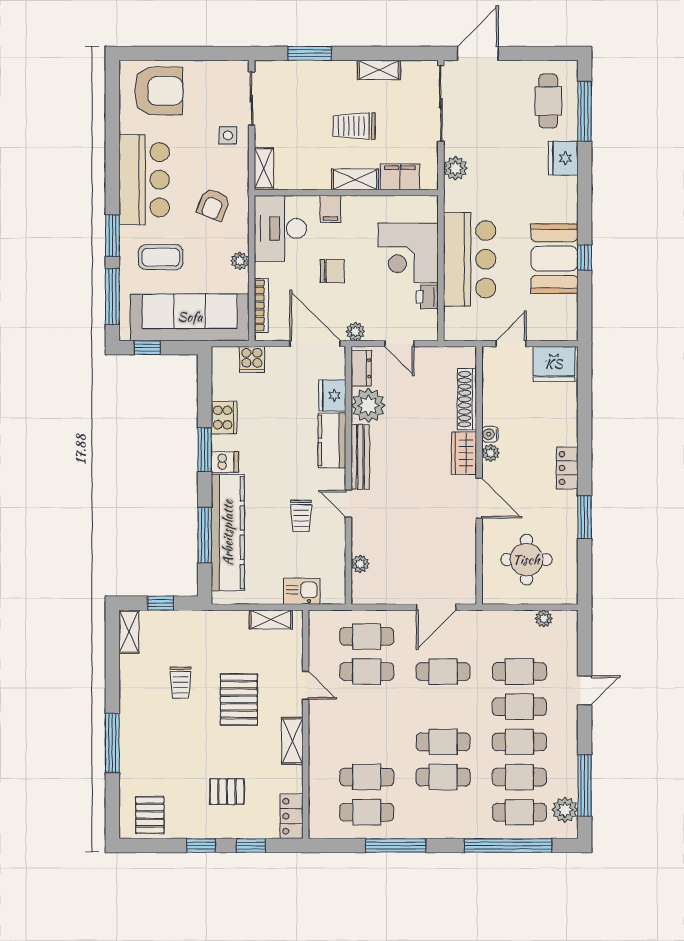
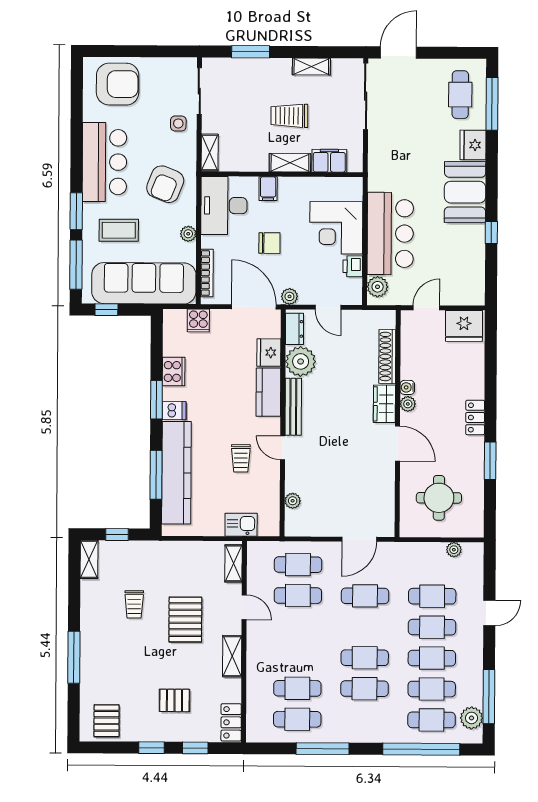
plant: (455, 168) -> (378, 287), moved
armchair: (213, 205) -> (165, 184), width x1.38, depth x1.38
booth: (554, 259) -> (465, 192), moved
shelving: (271, 619) -> (234, 563), moved, turned 90

